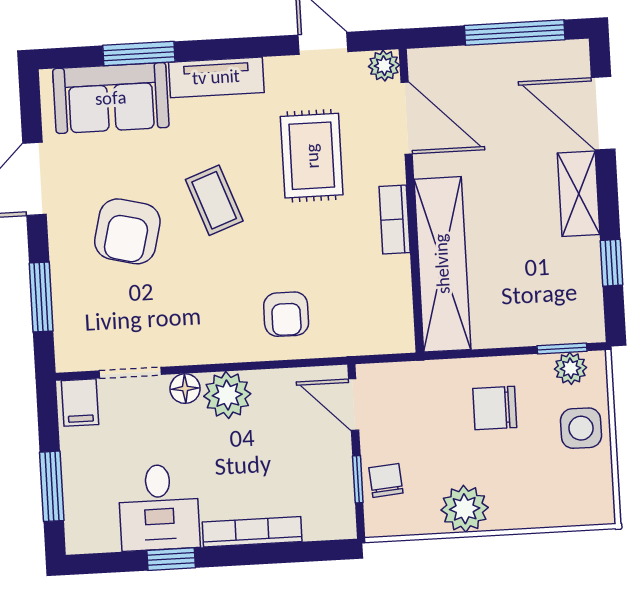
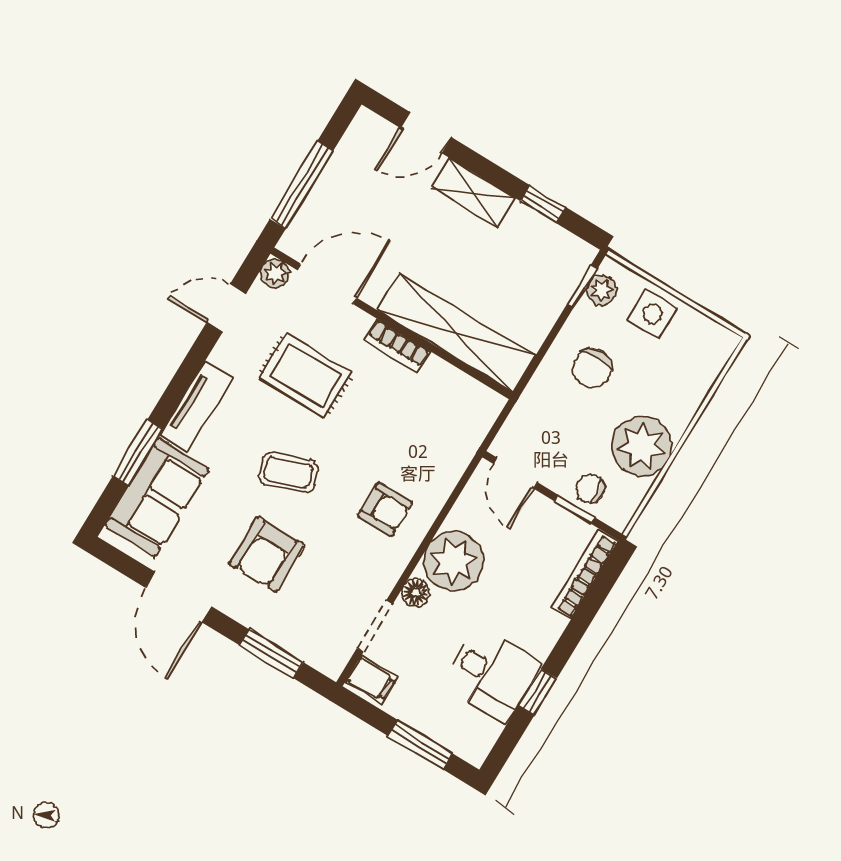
window: (515, 33) -> (302, 185), moved
door: (603, 113) -> (426, 132), width x0.73
armchair: (127, 231) -> (267, 554), turned 76
armchair: (286, 314) -> (385, 509), moved
plant: (227, 395) -> (453, 561), width x1.36, depth x1.36
door: (354, 405) -> (516, 473), hinge flipped
plant: (465, 509) -> (642, 446), width x1.36, depth x1.36
bookcase: (252, 532) -> (585, 575), moved

